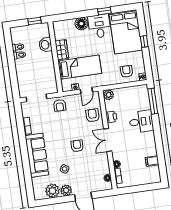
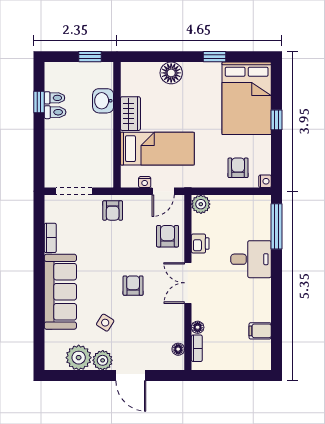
desk: (99, 26) -> (202, 82), removed
window: (10, 51) -> (39, 102), added

